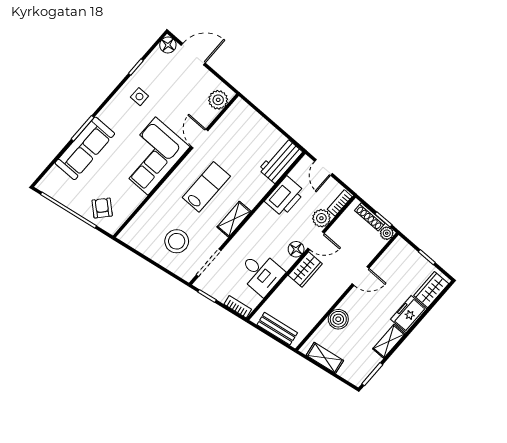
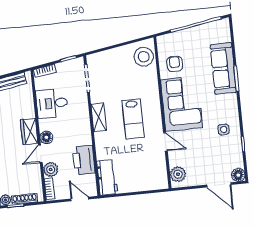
door: (193, 54) -> (219, 185), hinge flipped
armchair: (102, 208) -> (175, 64), moved, turned -132
stool: (177, 241) -> (144, 57), moved

